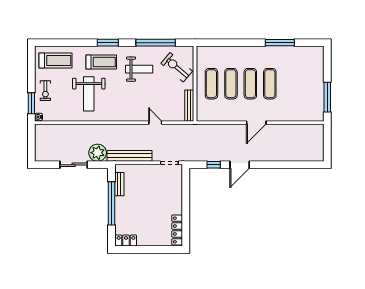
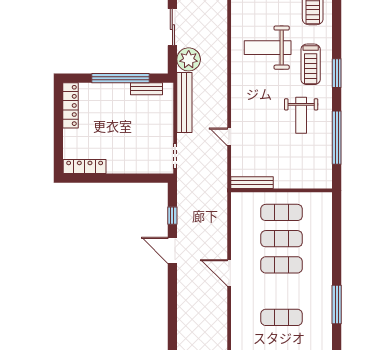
exercise bike: (177, 67) -> (304, 166), removed
exercise mat: (270, 84) -> (282, 317), moved
door: (155, 123) -> (229, 137), swing flipped
locker: (126, 241) -> (70, 105), width x1.53

